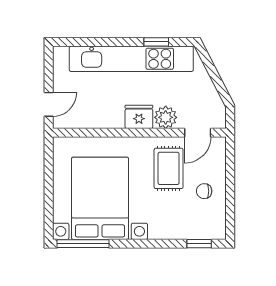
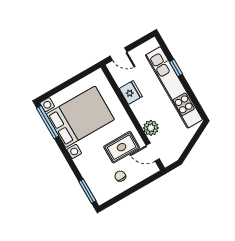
window: (156, 42) -> (176, 68), moved
fridge: (139, 117) -> (131, 93), moved
window: (199, 244) -> (87, 191), width x1.50

